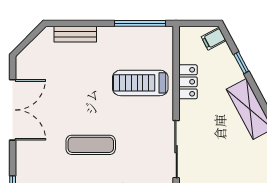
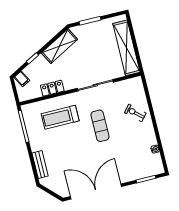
treadmill: (140, 83) -> (60, 117), turned 90
double door: (13, 110) -> (96, 191), width x1.36
exercise mat: (91, 145) -> (100, 126), moved

